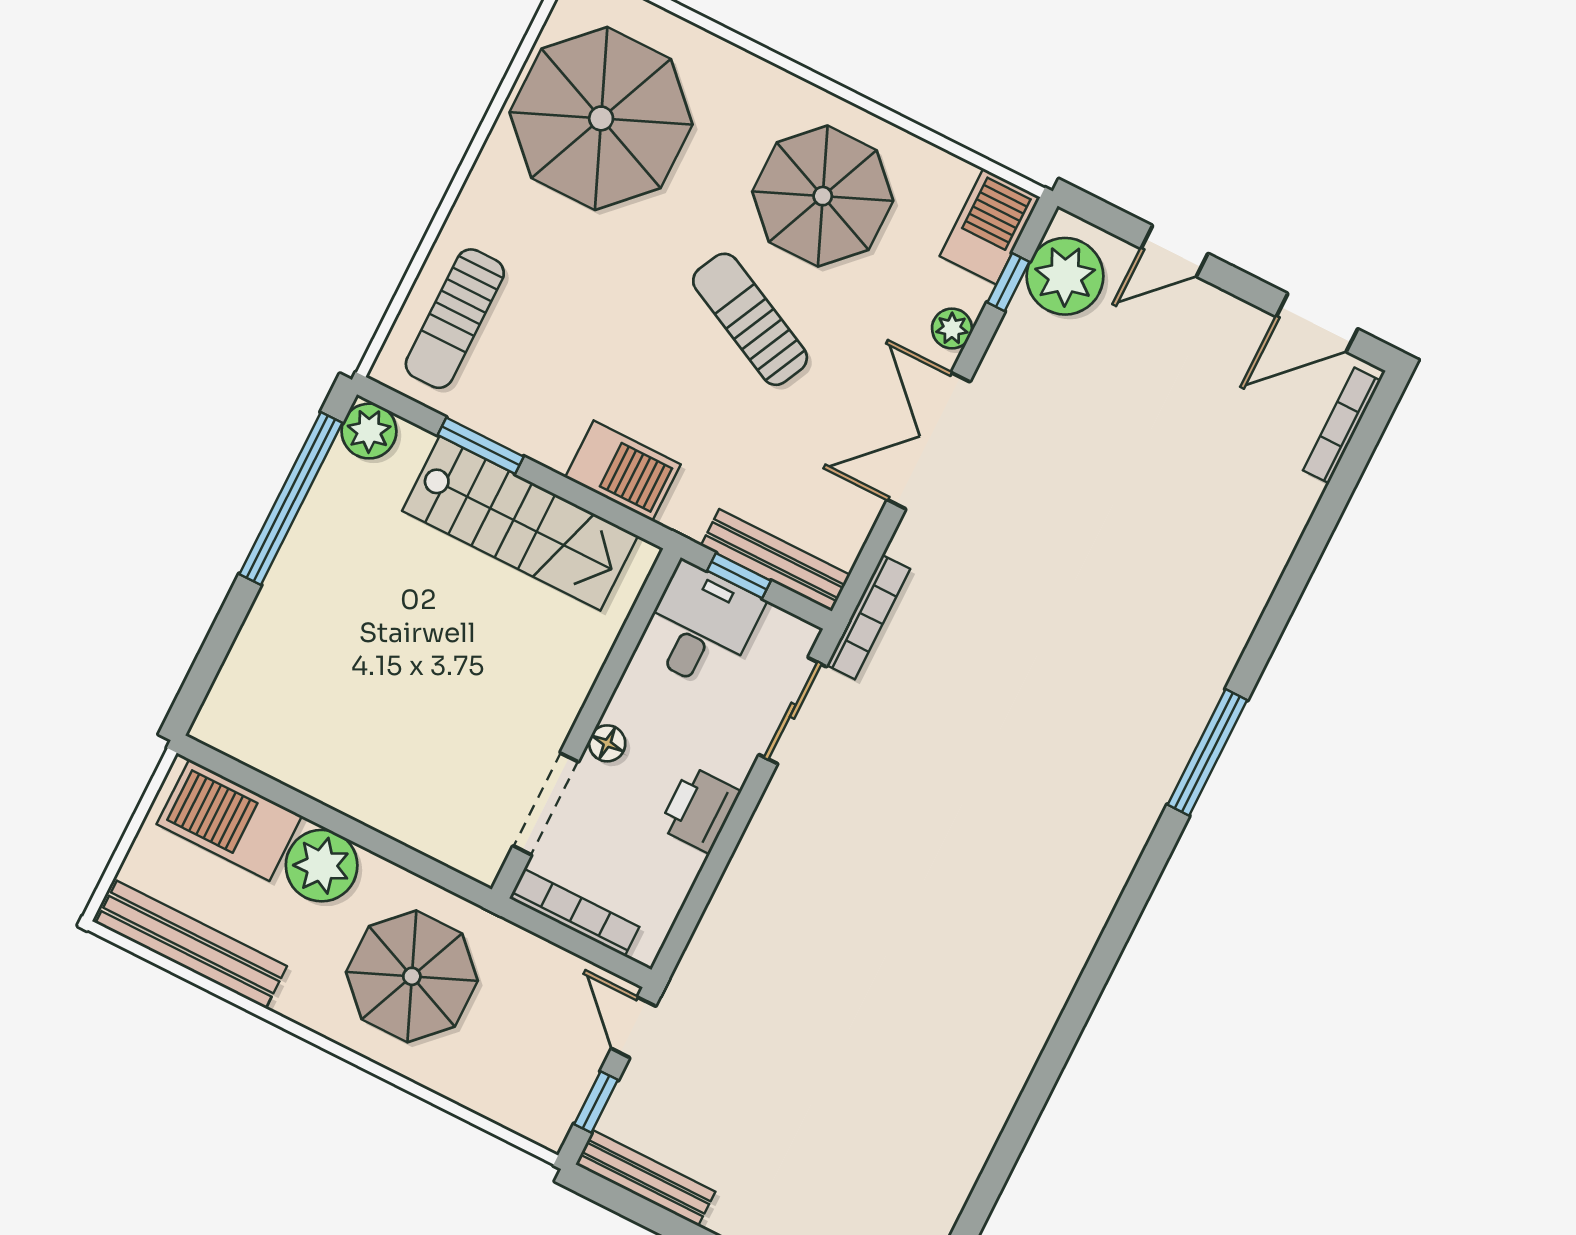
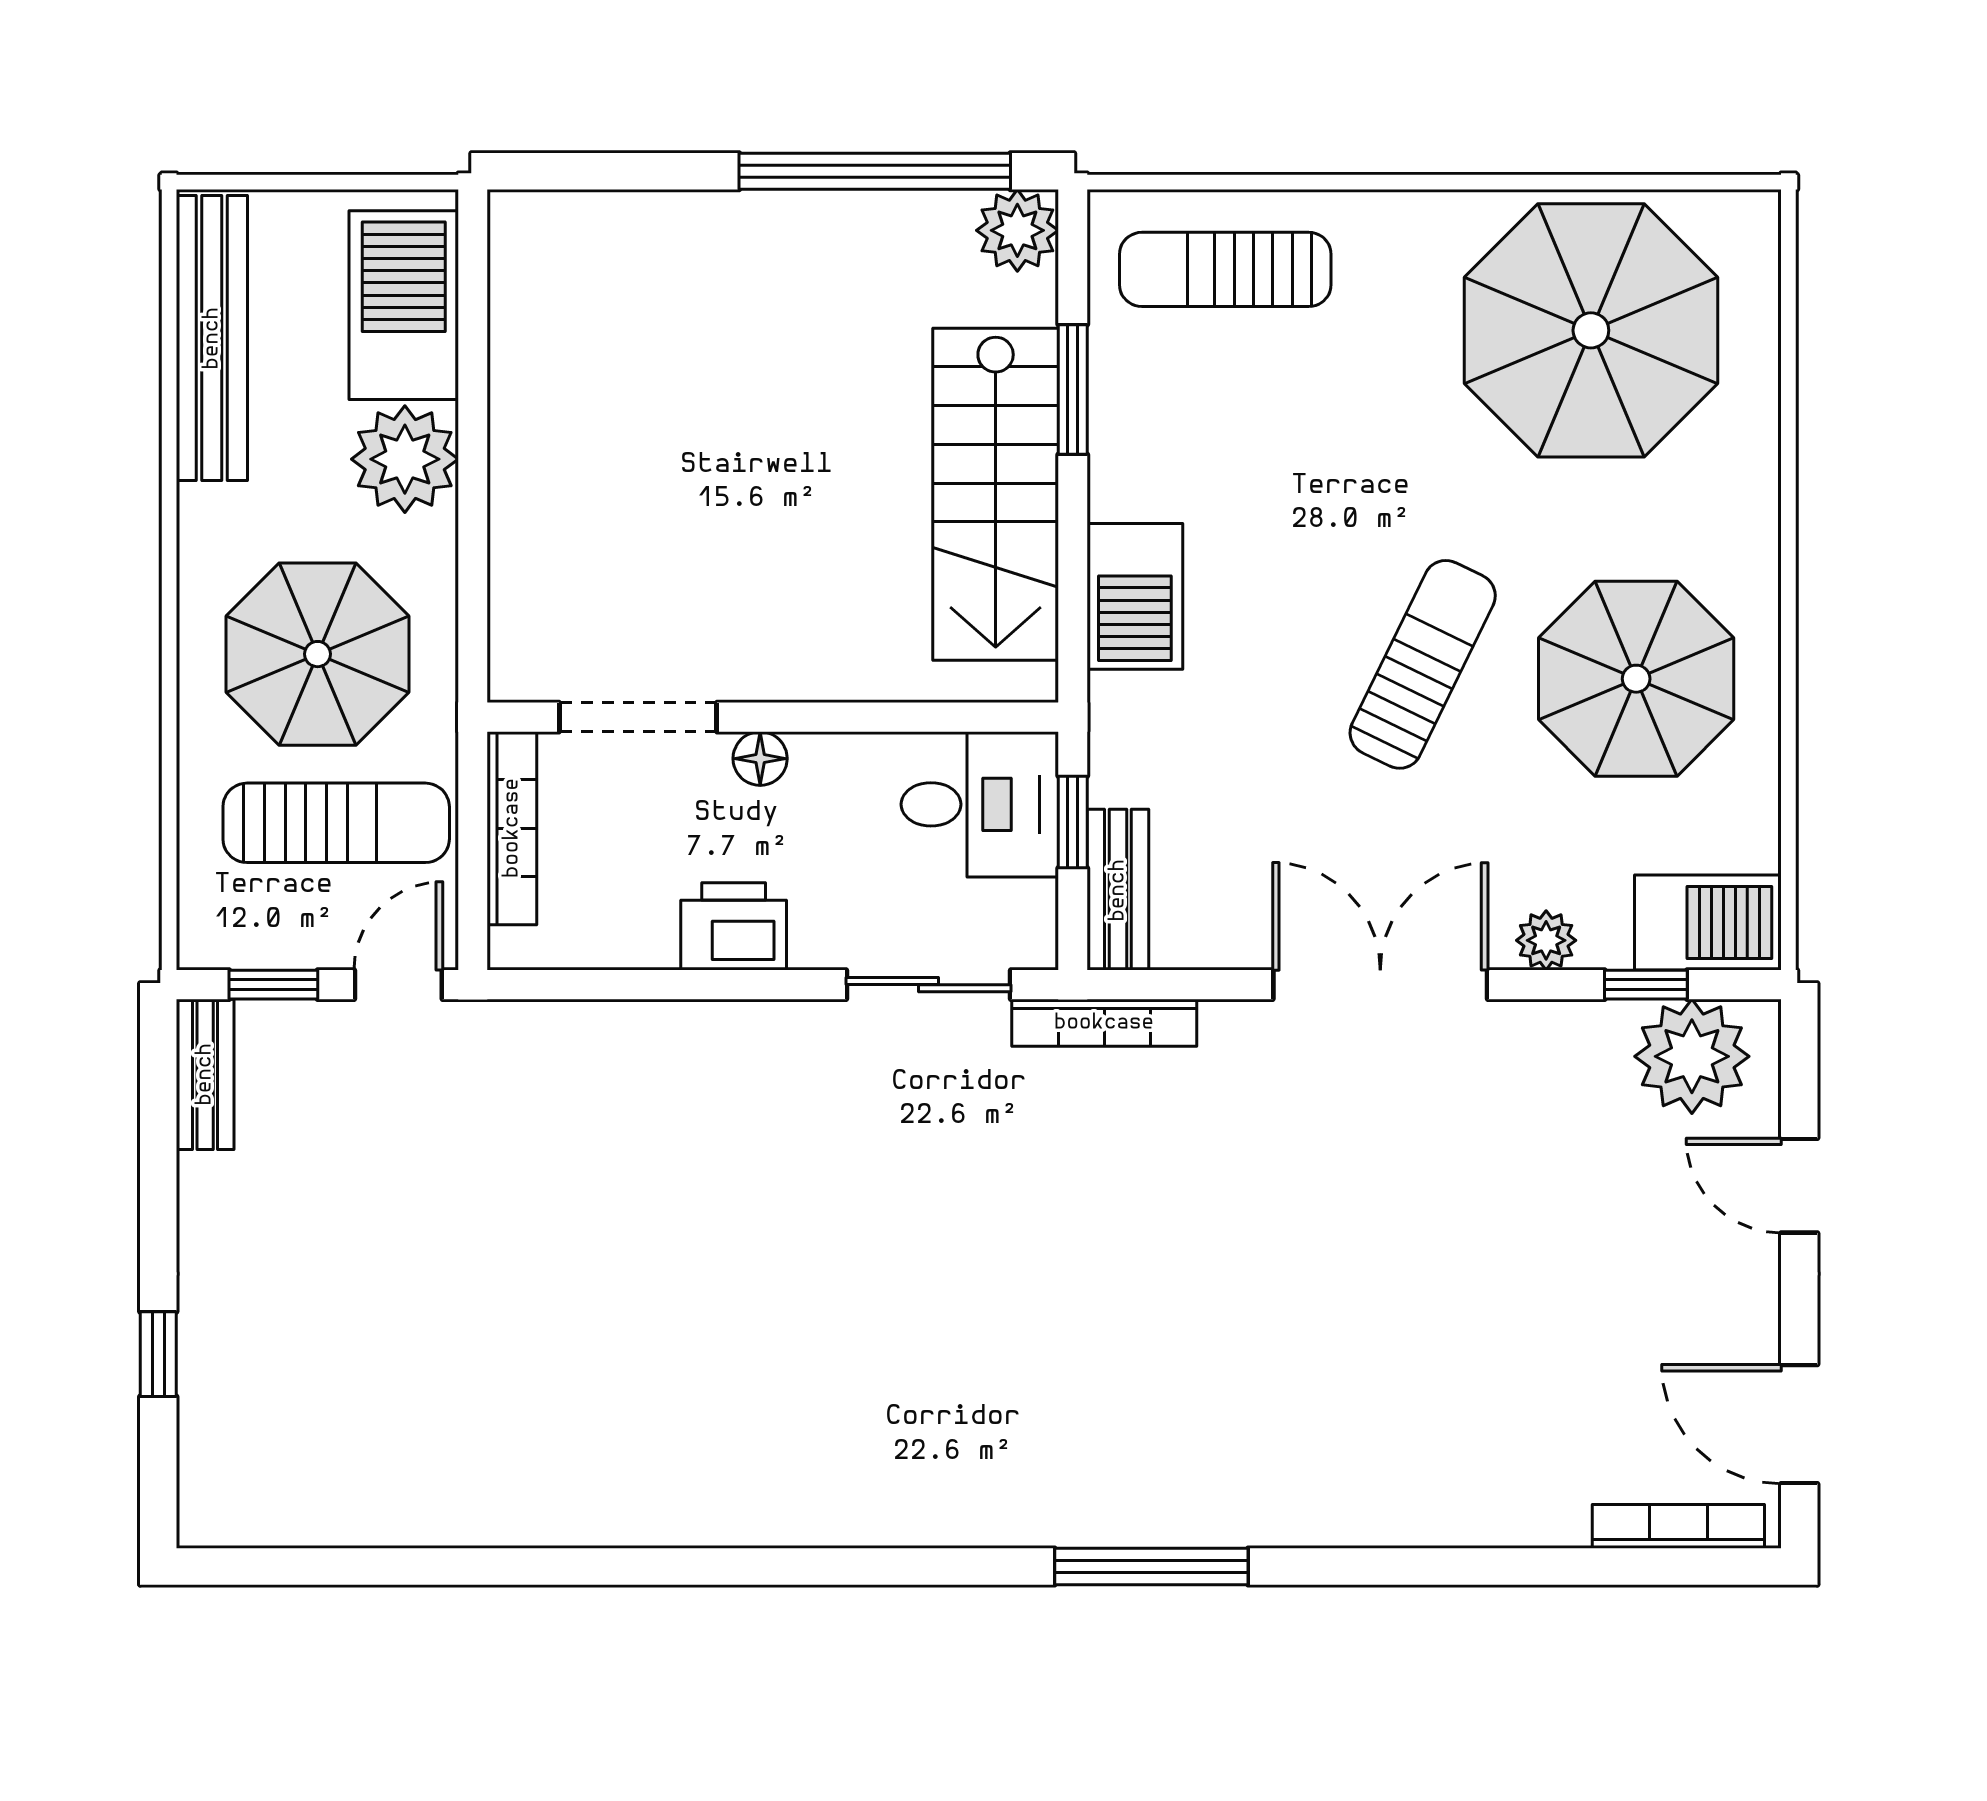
bench: (776, 560) -> (1118, 890), width x0.73
sun lounger: (518, 1016) -> (336, 823), added
bench: (645, 1178) -> (205, 1074), width x0.73

